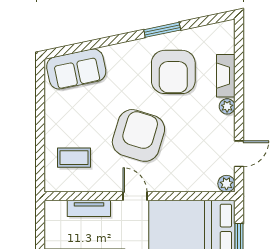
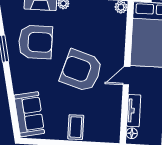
coffee table: (74, 158) -> (76, 127), moved
floor lamp: (58, 208) -> (132, 133), added

